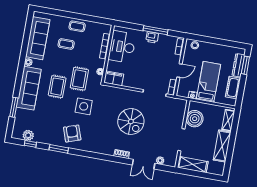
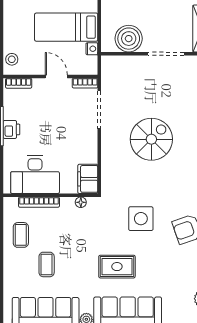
coffee table: (77, 26) -> (21, 235), moved
rug: (79, 79) -> (98, 234), removed

